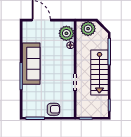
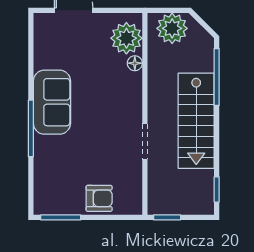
sofa: (31, 64) -> (52, 102), width x0.73

